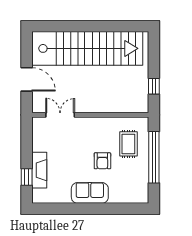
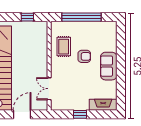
rug: (128, 144) -> (64, 47), moved, turned 90
fireplace: (39, 170) -> (103, 105), moved
window: (27, 177) -> (80, 114), moved

